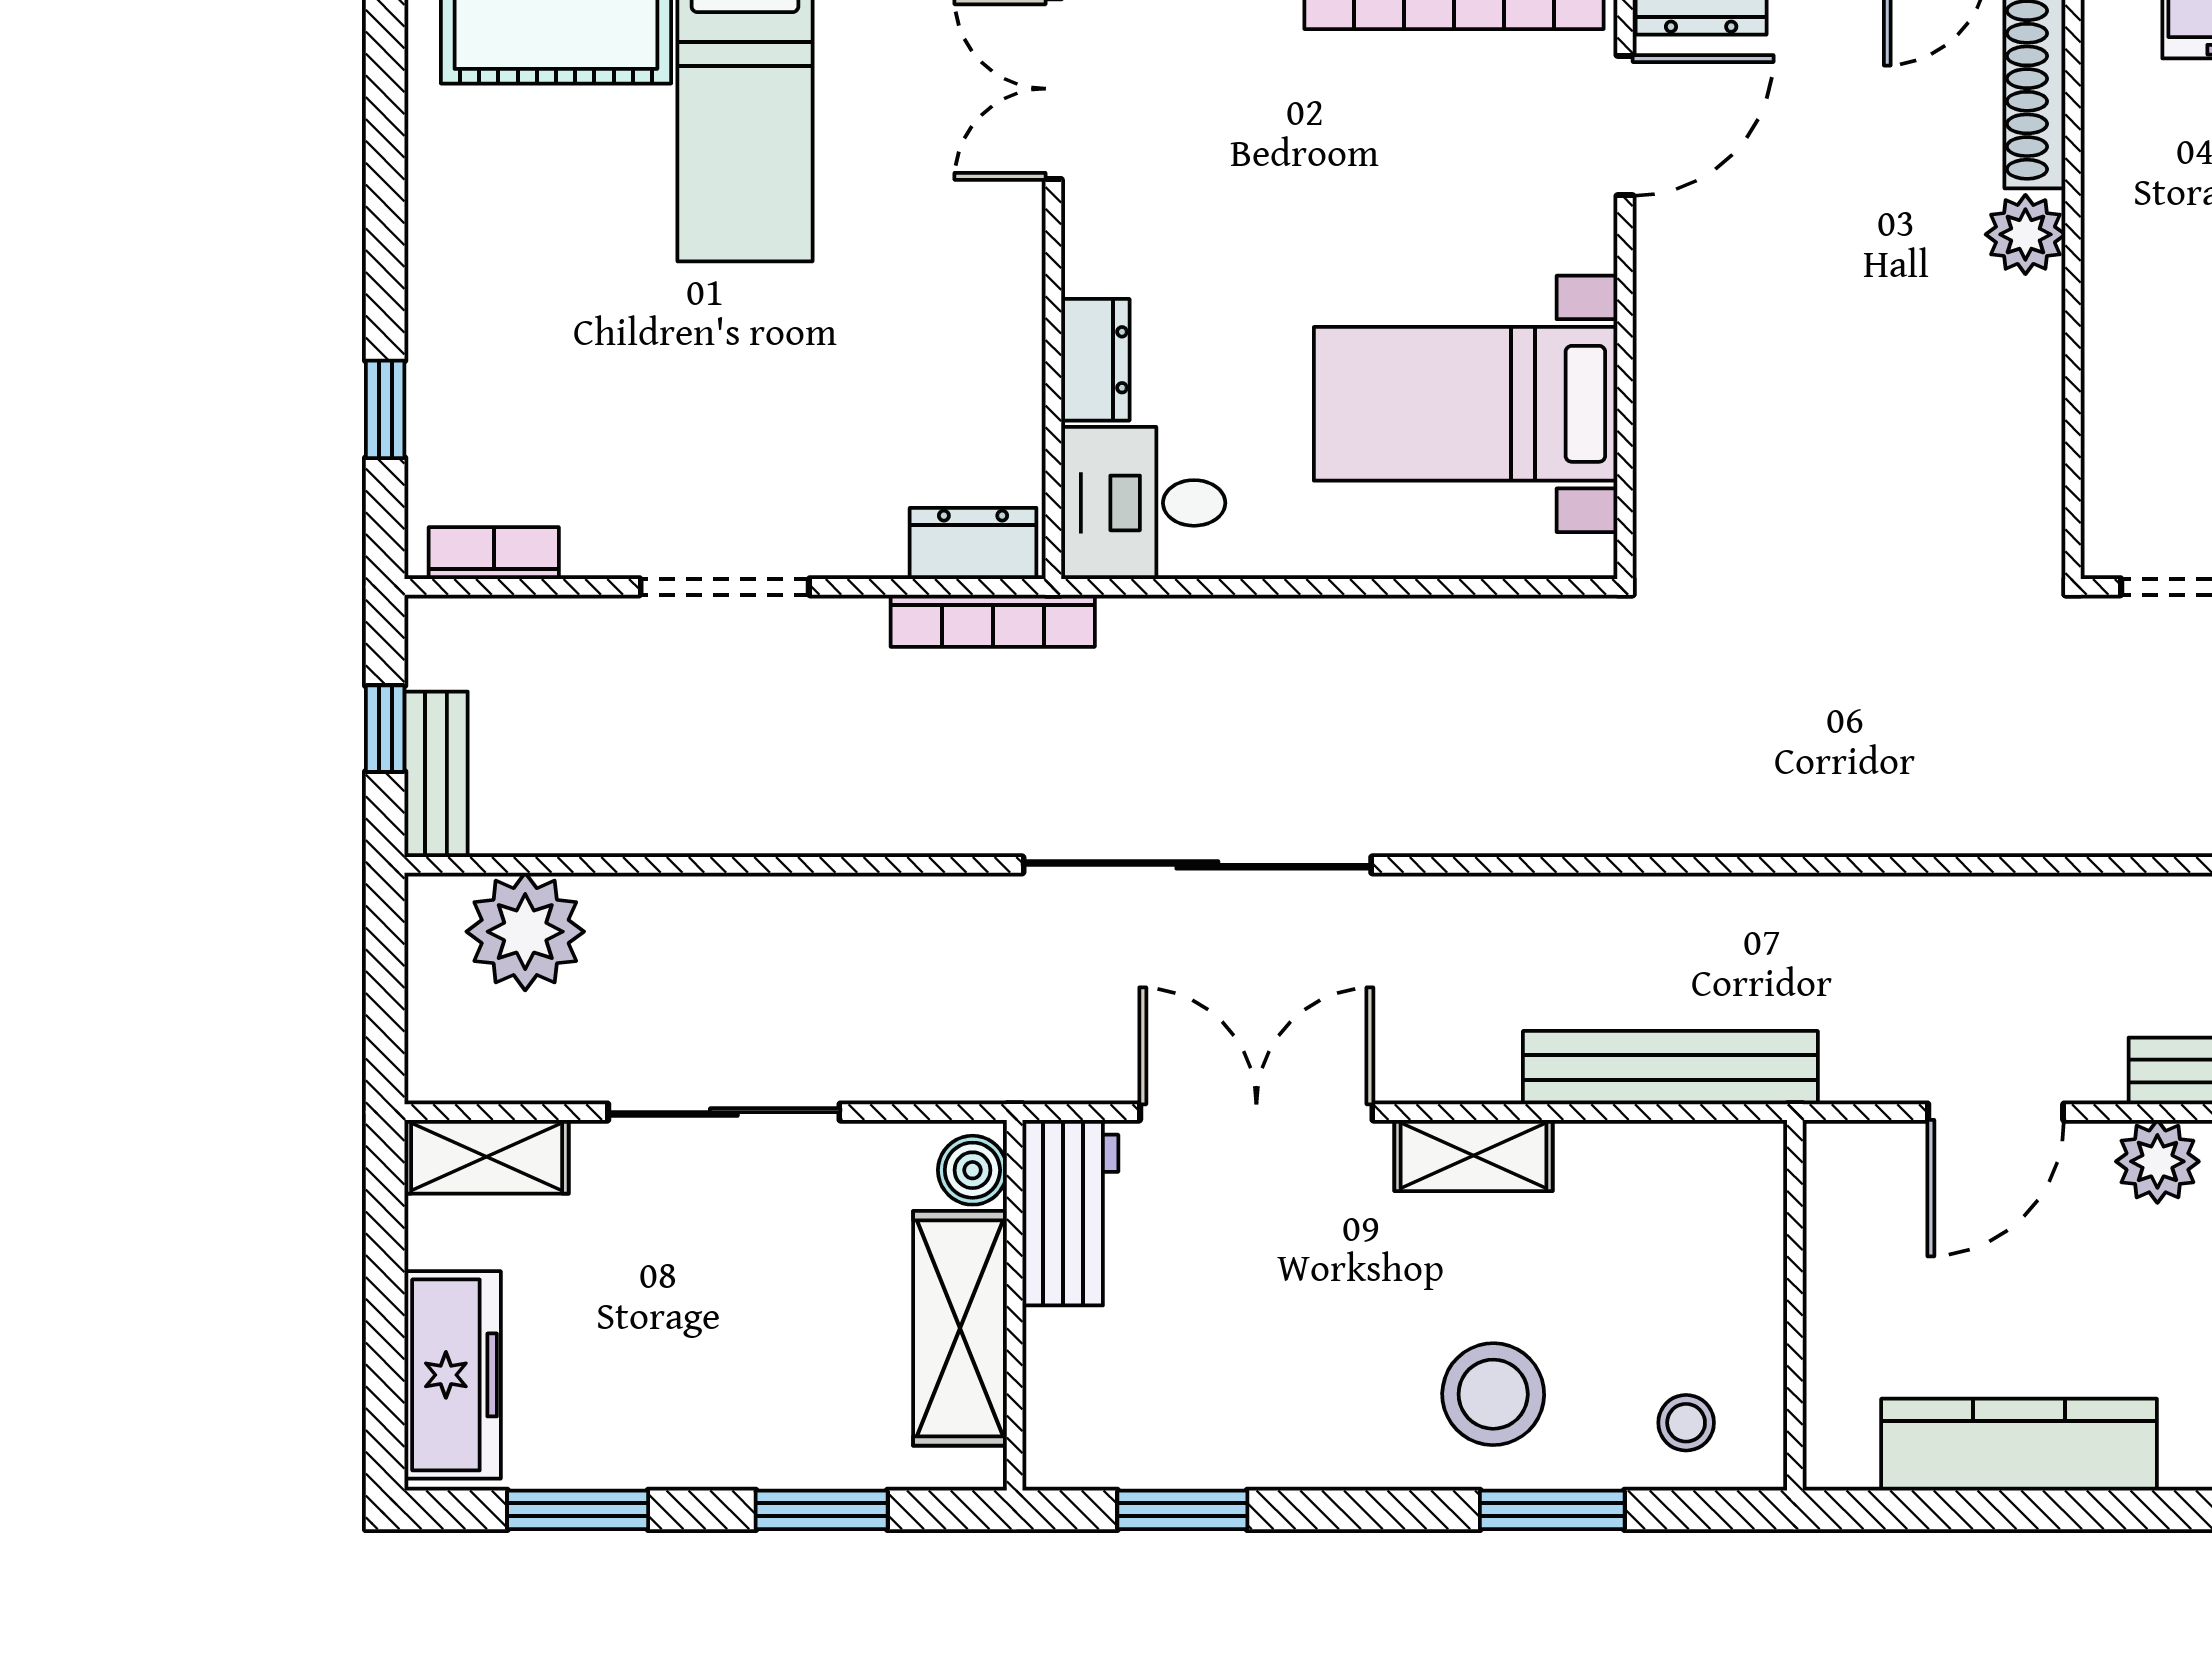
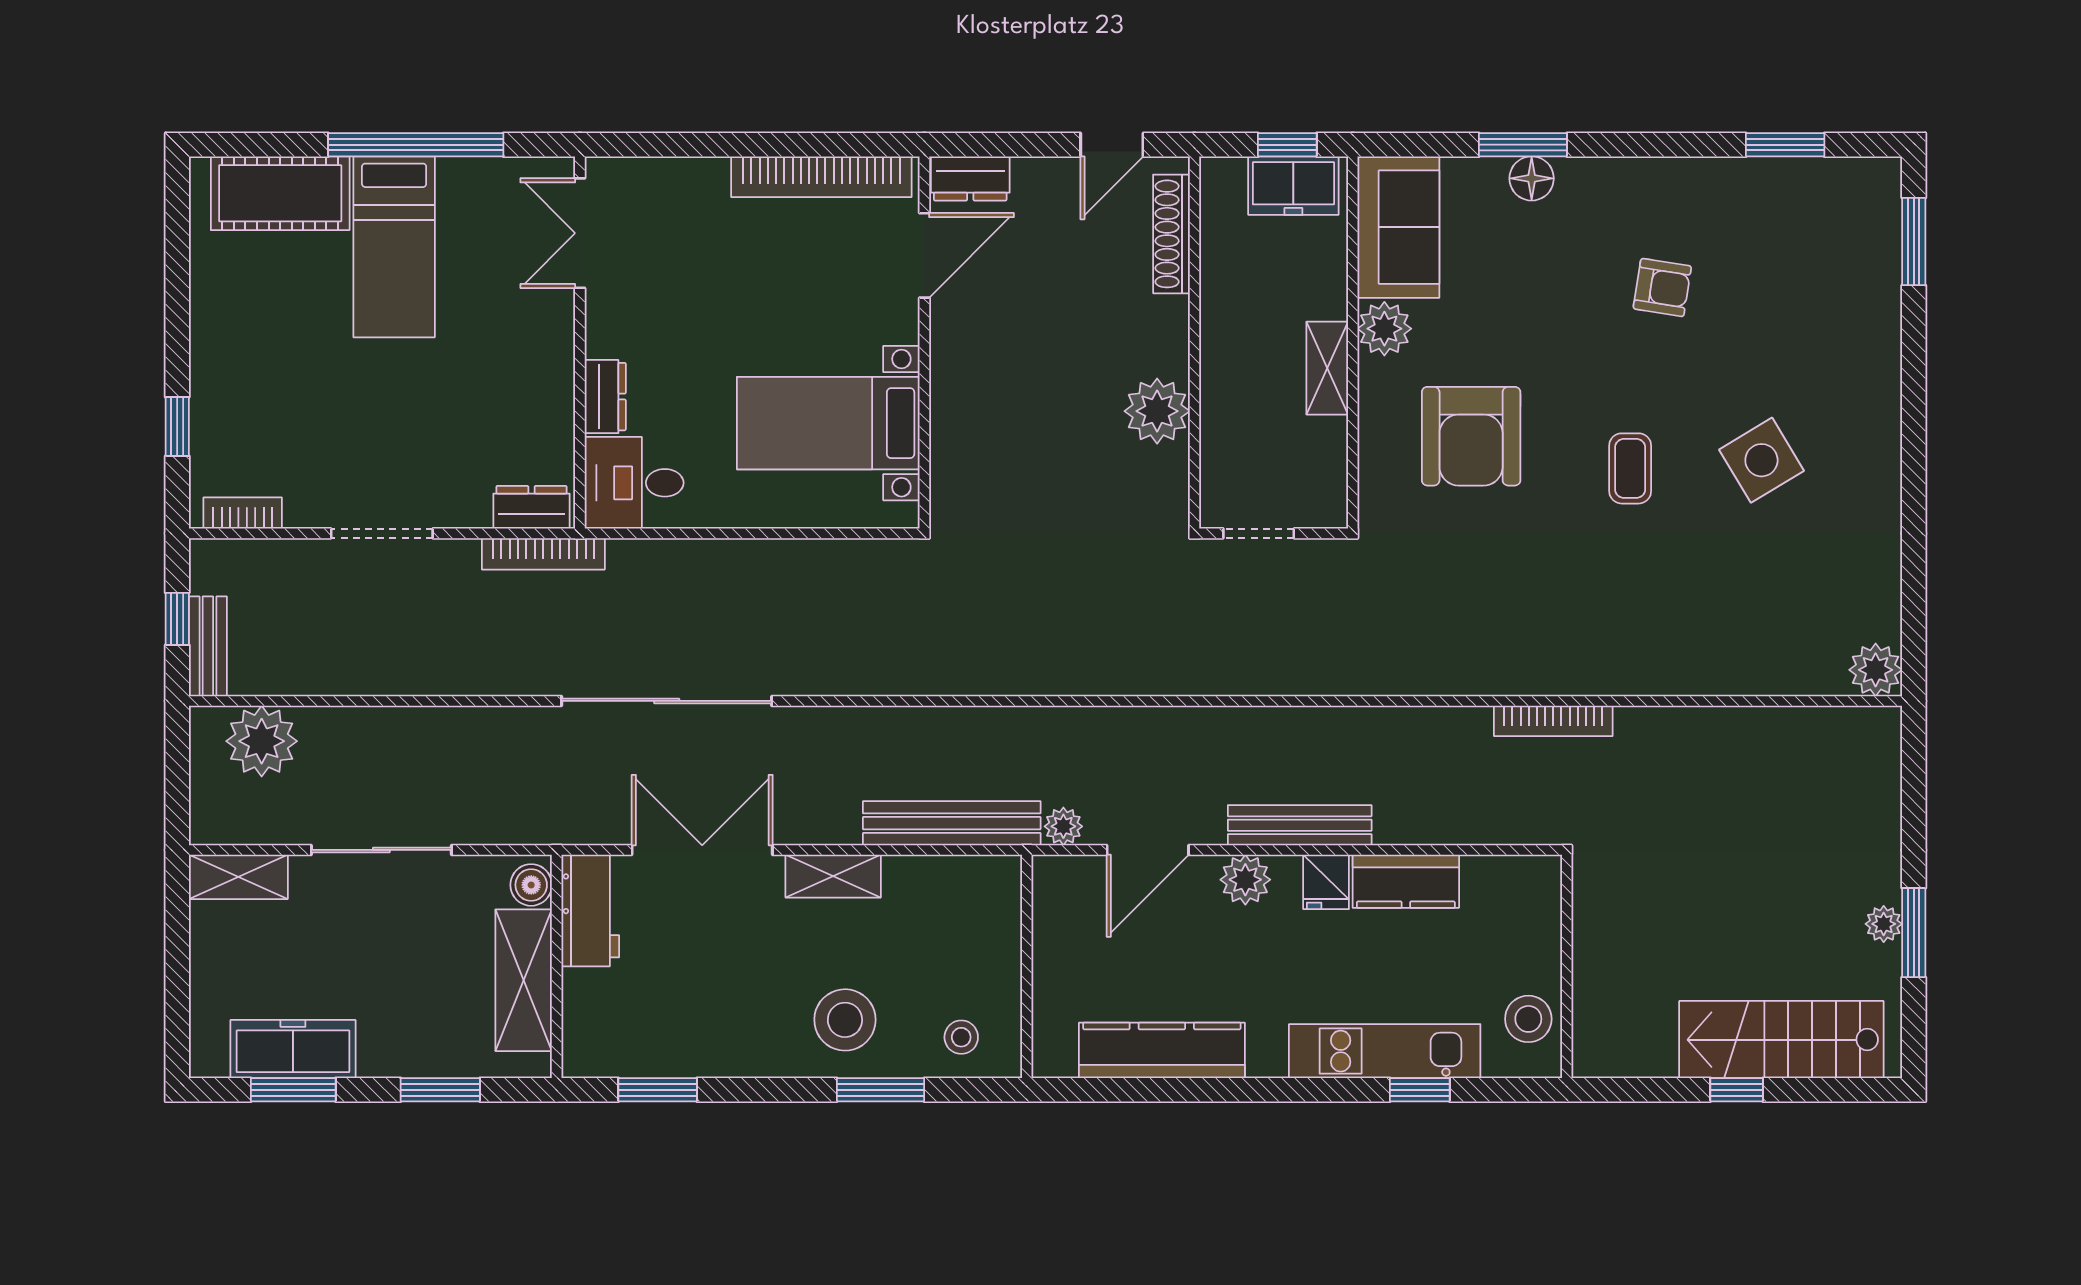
plant: (2025, 234) -> (1157, 411), moved, width x1.36, depth x1.36
plant: (1856, 1073) -> (1063, 826), added
freezer: (453, 1375) -> (293, 1049), moved, turned -90

